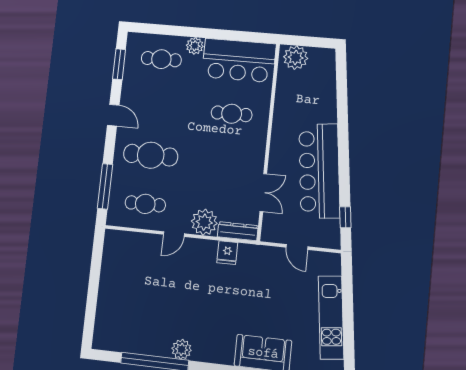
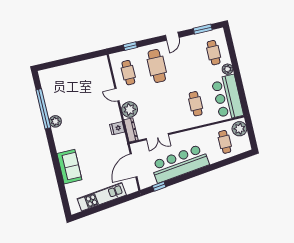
cafe table: (309, 88) -> (225, 142), added
window: (105, 186) -> (130, 46), width x0.46
door: (297, 247) -> (134, 165), width x1.87

